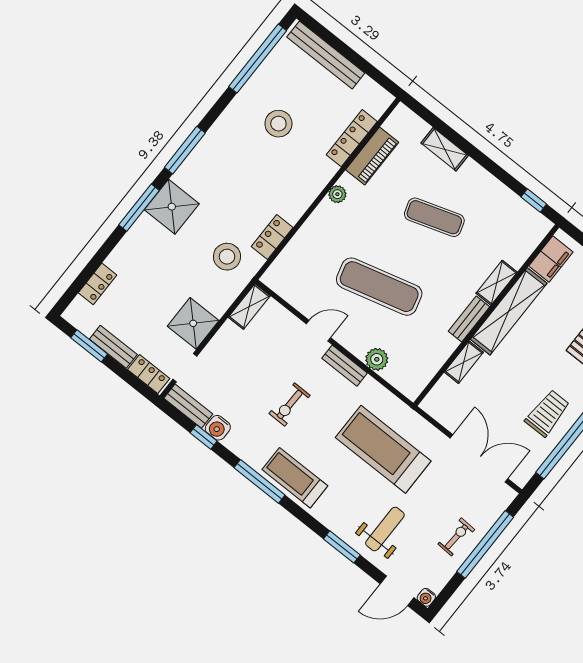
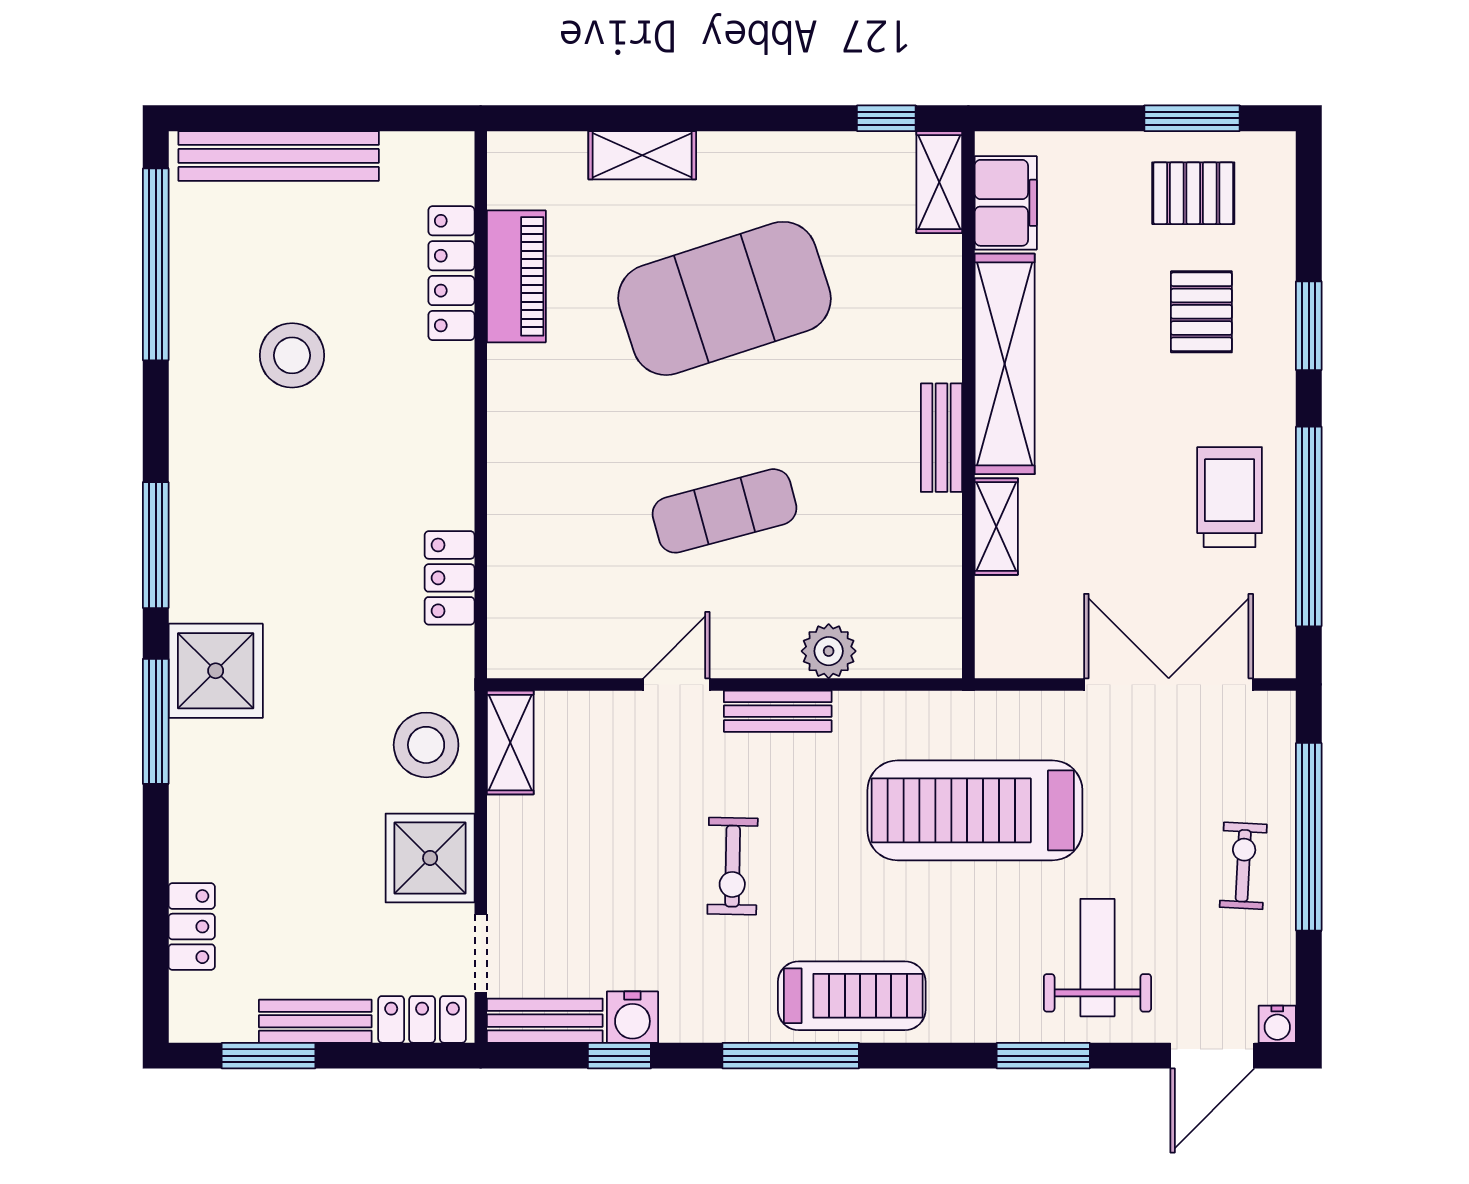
plant: (337, 194) -> (508, 400), removed
exercise mat: (434, 217) -> (725, 298), width x2.00, depth x1.45
stool: (227, 257) -> (426, 745), moved
shelving: (497, 283) -> (939, 182), moved
exercise mat: (379, 287) -> (725, 511), width x0.73, depth x0.69
treadmill: (295, 478) -> (852, 996), turned 180

